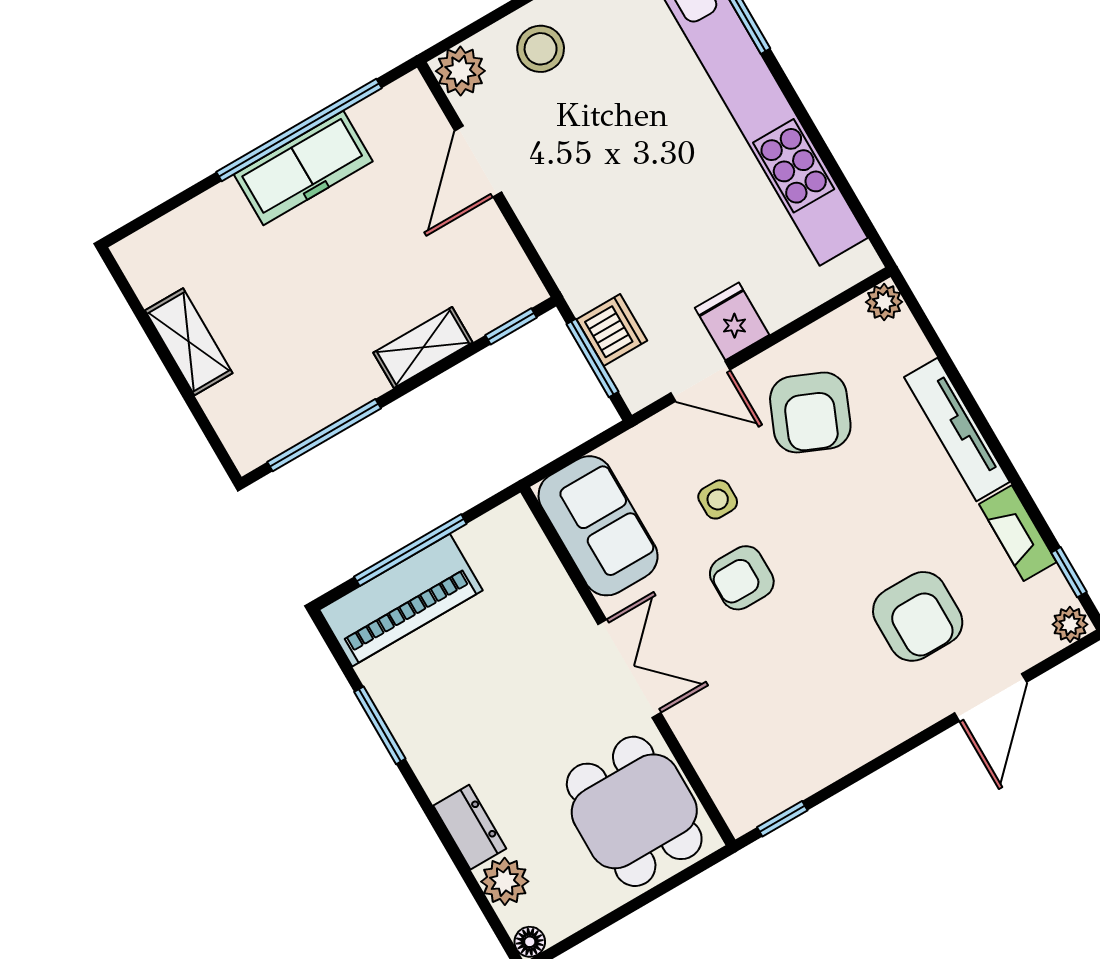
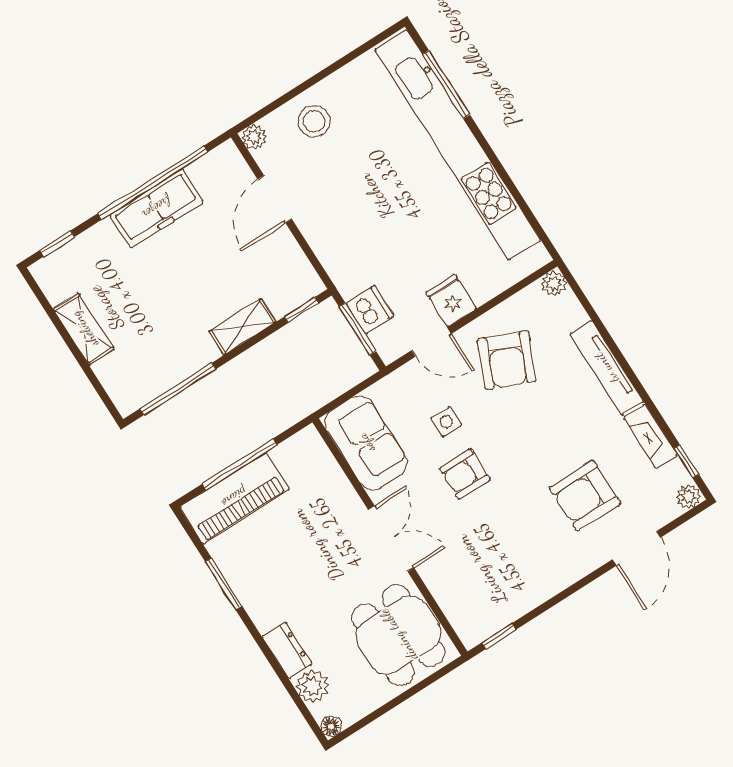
plant: (460, 71) -> (254, 137), width x0.73, depth x0.73
window: (154, 214) -> (57, 244), added
armchair: (918, 616) -> (585, 495), turned 90

